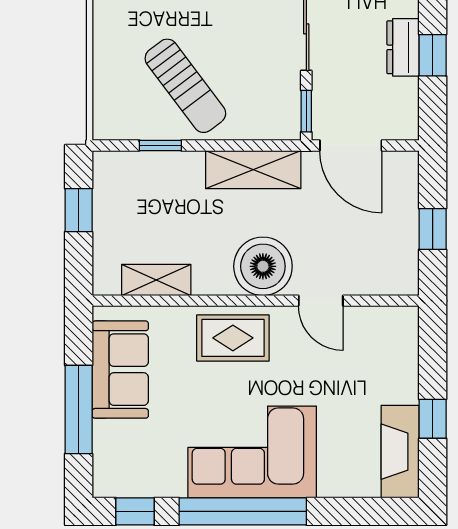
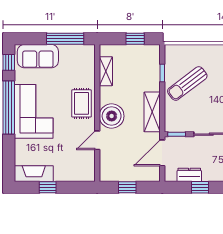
dresser: (403, 47) -> (189, 175), moved
sofa: (120, 370) -> (38, 56), moved
window: (79, 409) -> (65, 39), moved

